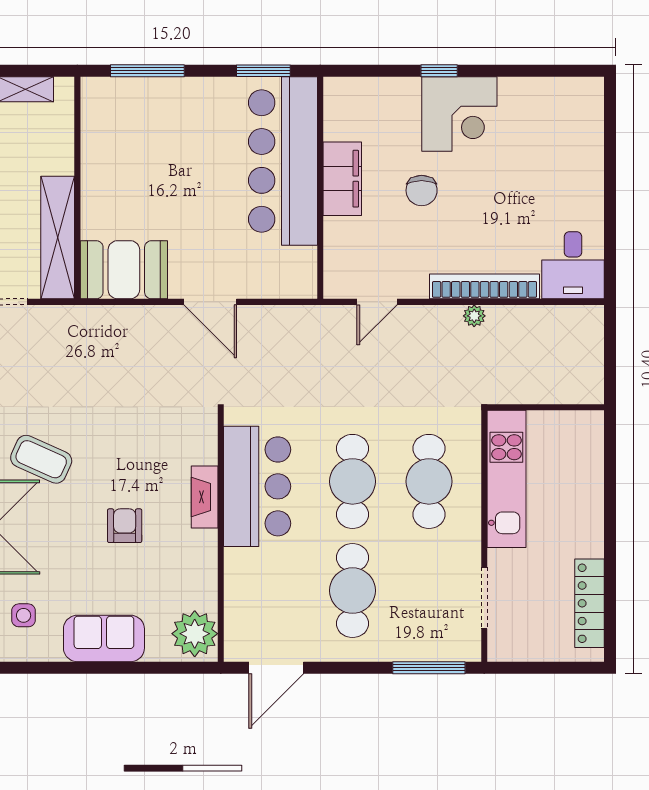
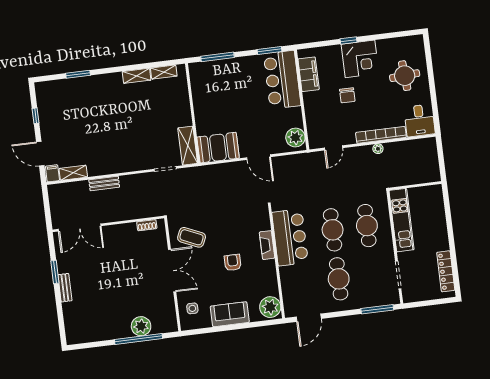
bar counter: (283, 161) -> (282, 80), width x0.73
round table: (553, 163) -> (405, 76), added
filing cabinet: (342, 179) -> (309, 74), moved
shelving: (58, 237) -> (188, 146), width x0.68
plant: (296, 269) -> (295, 138), added

